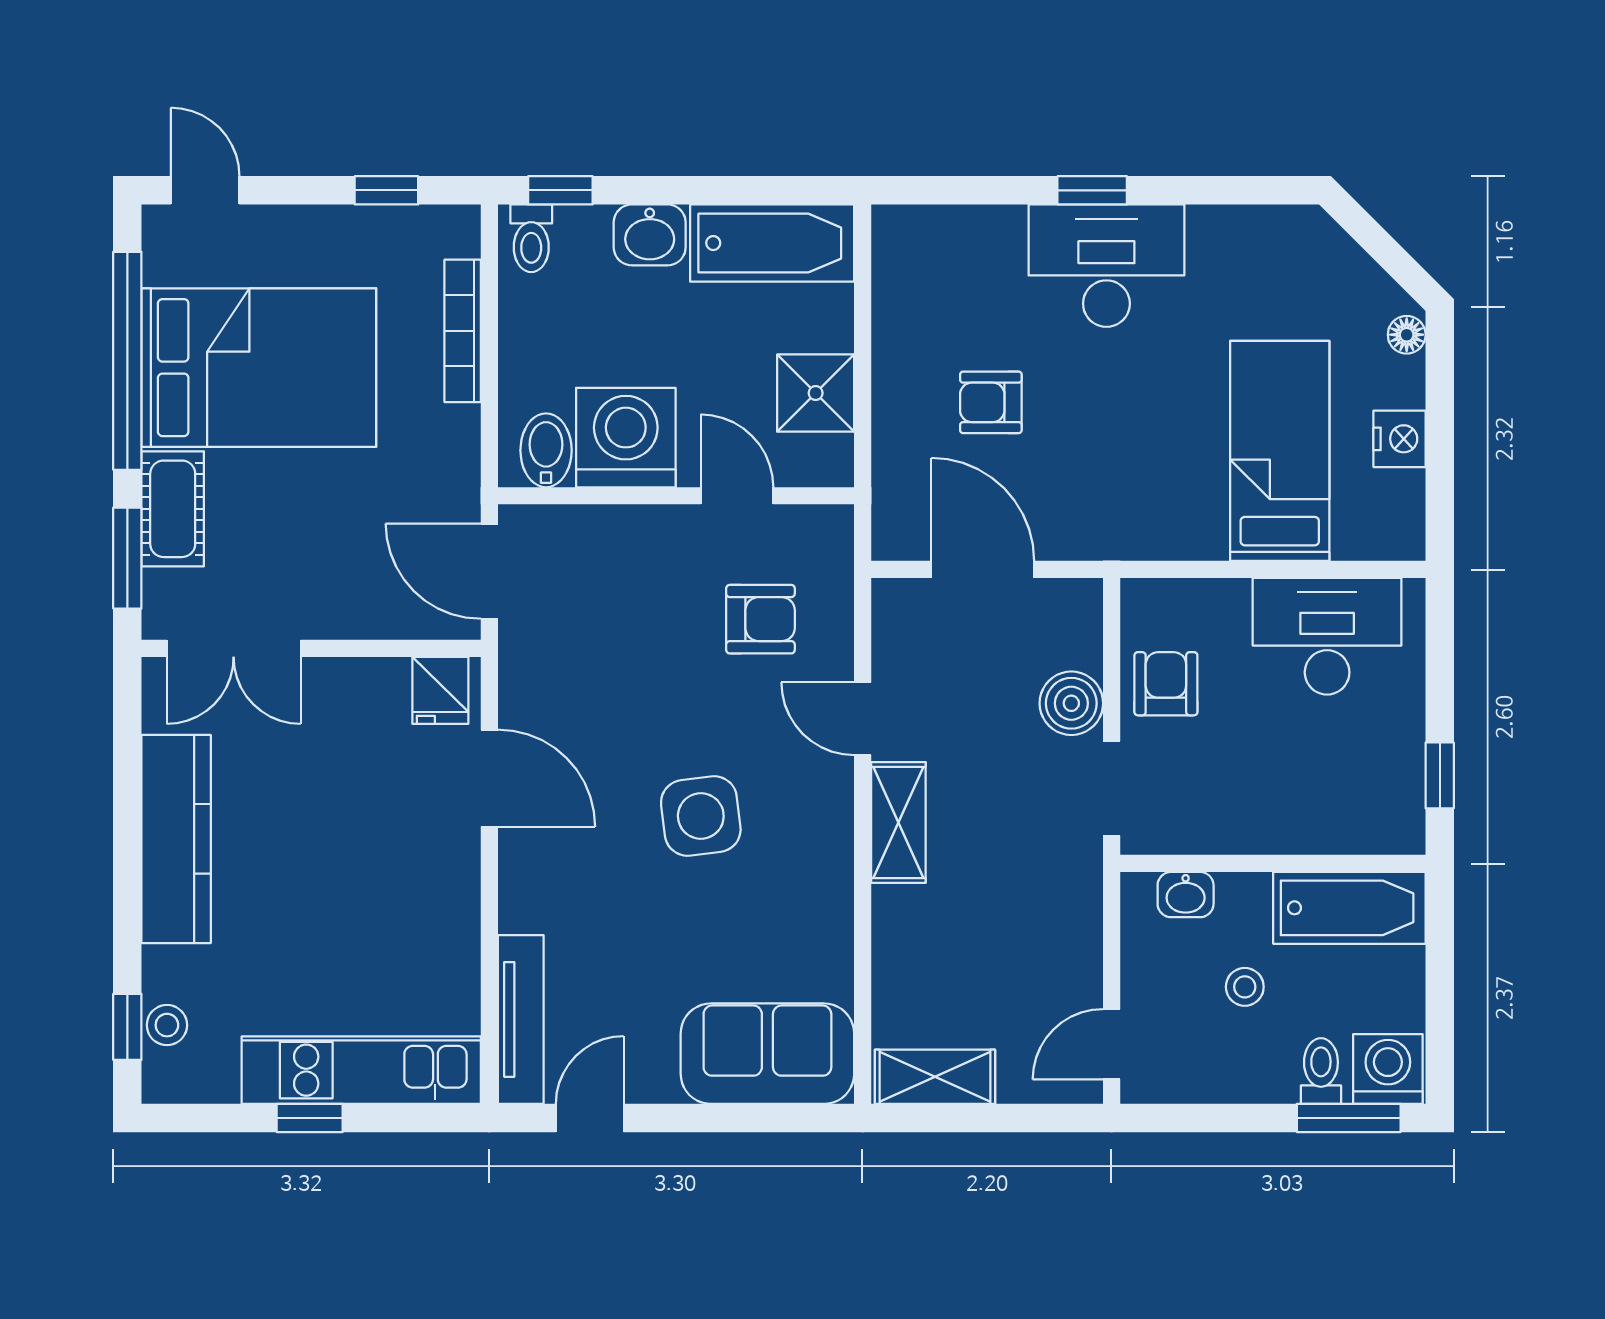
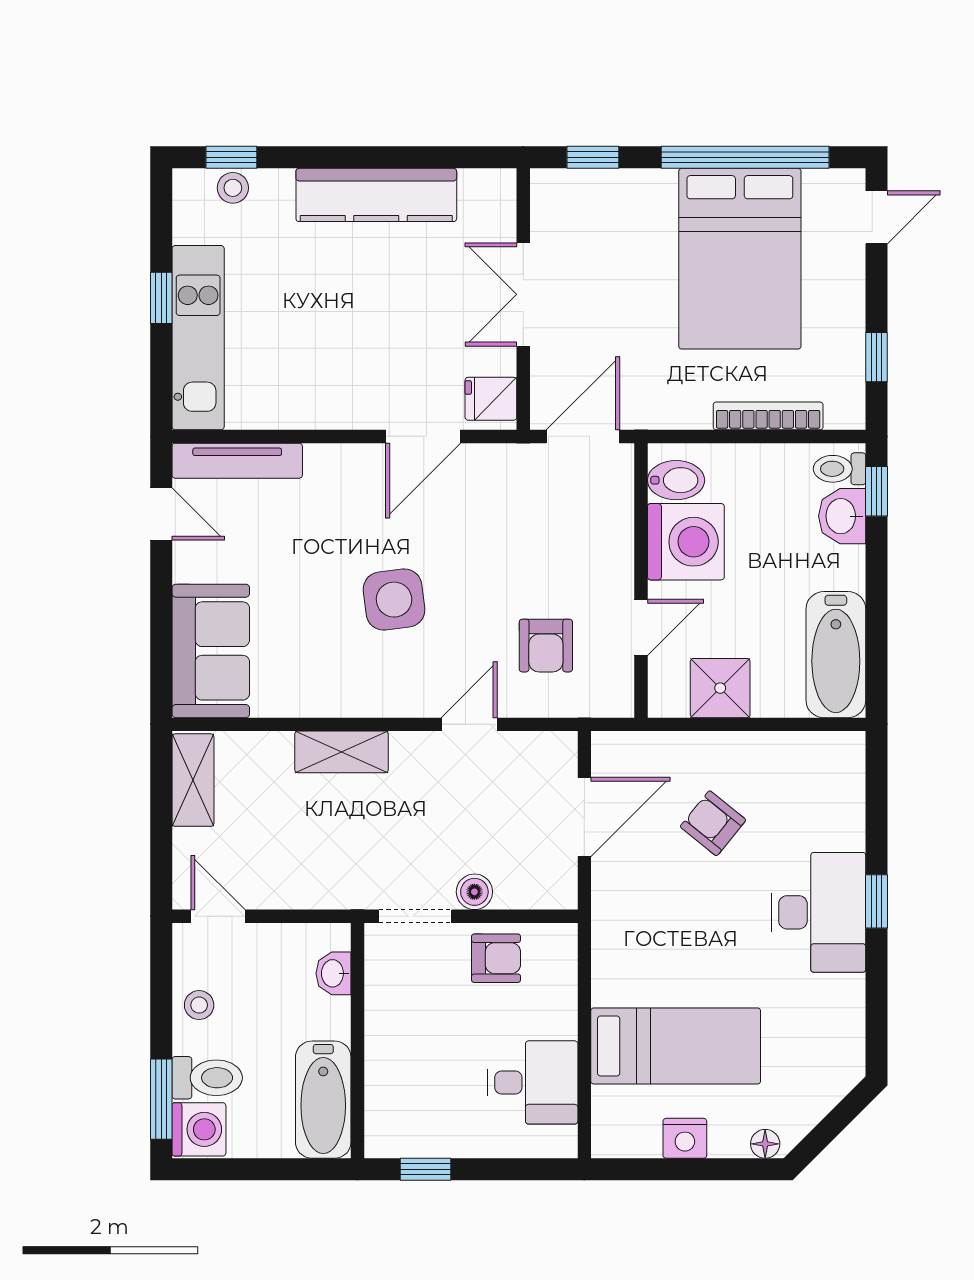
washbasin: (650, 235) -> (842, 516), moved
armchair: (991, 402) -> (713, 823), turned -51
cot: (173, 509) -> (631, 192), removed
window: (127, 558) -> (593, 157), width x0.67
desk: (1327, 636) -> (533, 1082), width x0.73
double door: (234, 648) -> (523, 294), moved
boiler: (1071, 703) -> (474, 892), width x0.73, depth x0.73
shelving: (898, 823) -> (342, 752), moved
stool: (1245, 987) -> (199, 1005), moved
toilet: (1321, 1071) -> (207, 1078), width x1.37, depth x1.39

